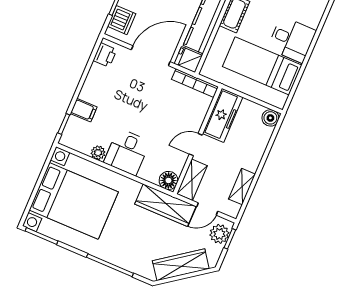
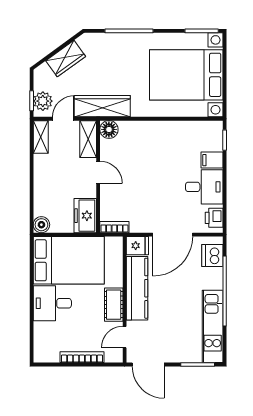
bed: (262, 66) -> (69, 260), width x1.50
bookcase: (195, 83) -> (114, 227), width x0.64
freezer: (223, 115) -> (85, 216), width x0.71
door: (196, 145) -> (98, 172), hinge flipped
desk: (127, 152) -> (204, 187), moved, turned 90
plant: (98, 153) -> (183, 127), removed
shelving: (242, 187) -> (41, 137), moved
wardrobe: (181, 265) -> (66, 59), width x0.67

